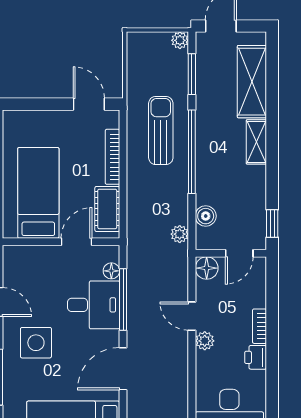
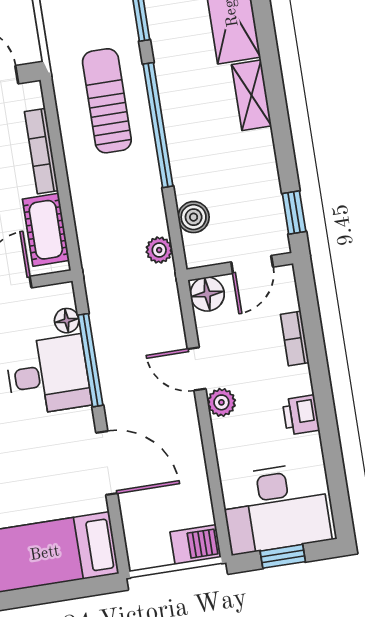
bookcase: (260, 326) -> (295, 339), moved
door: (123, 369) -> (107, 463), swing flipped

